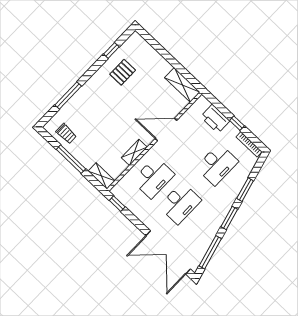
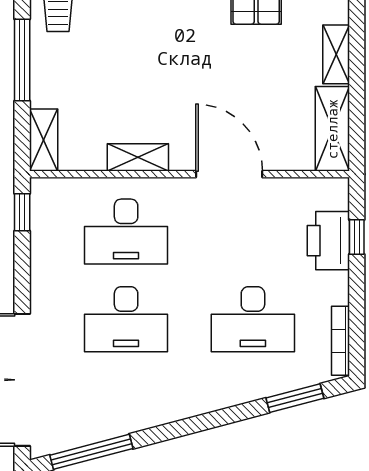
shelving: (161, 62) -> (336, 54), added
window: (237, 123) -> (357, 237), moved
window: (245, 190) -> (295, 398), moved
window: (229, 218) -> (181, 428), removed

